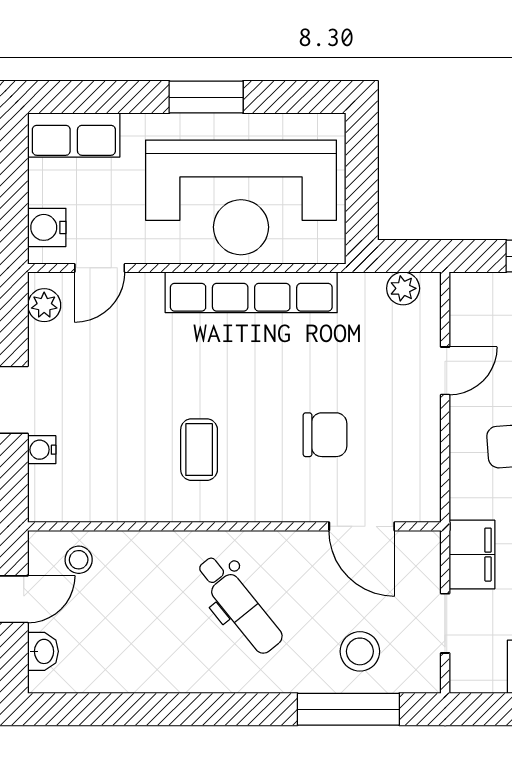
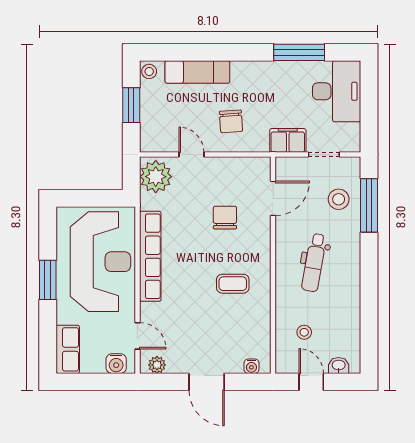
plant: (403, 288) -> (156, 177), width x1.87, depth x1.87
water cooler: (42, 450) -> (251, 366), moved
stool: (79, 560) -> (304, 332), moved
dental chair: (239, 604) -> (314, 263), turned 139

